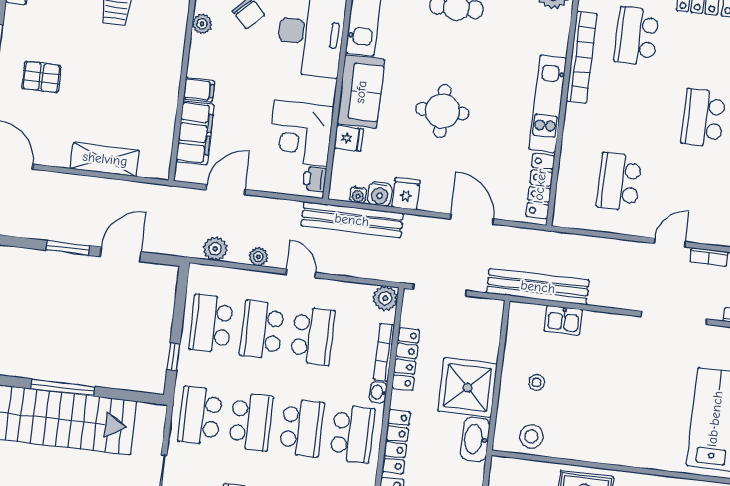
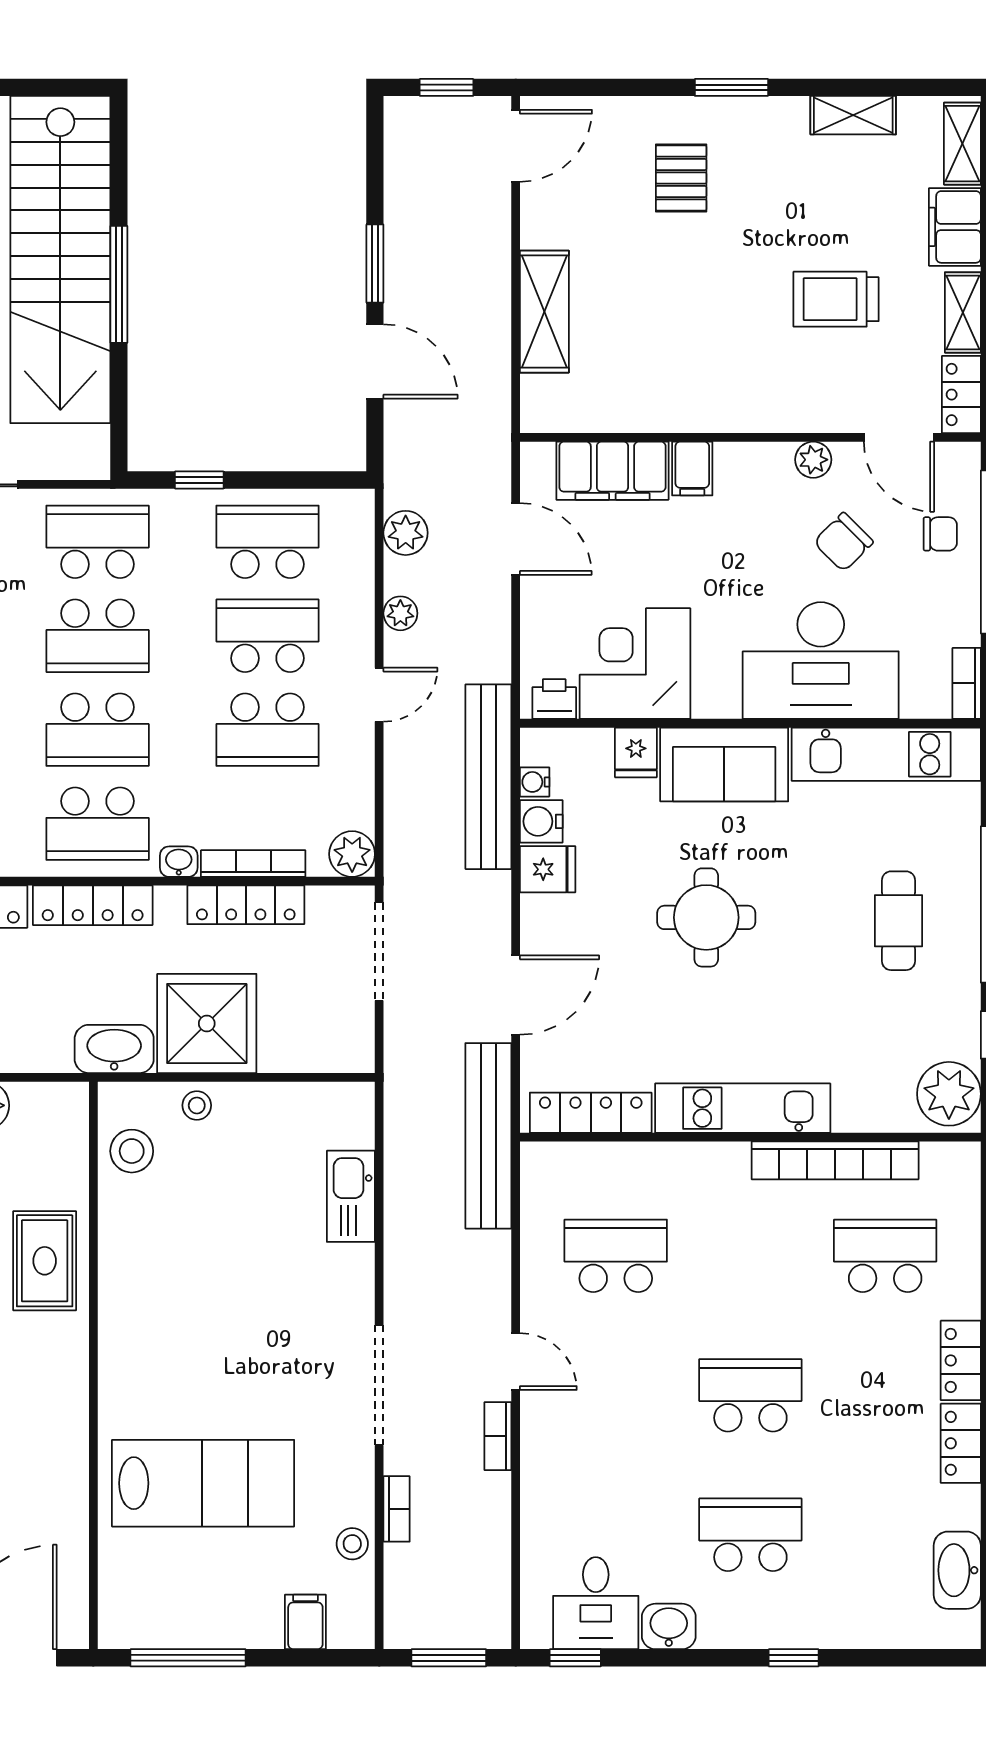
bench: (538, 287) -> (488, 1136), moved
kitchen sink: (563, 320) -> (351, 1196), width x1.38
stool: (537, 382) -> (197, 1105), moved

